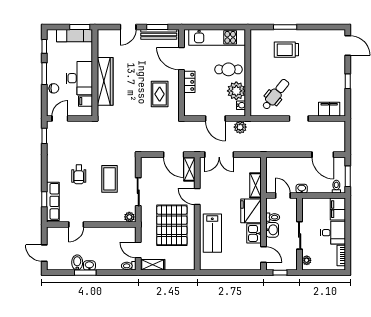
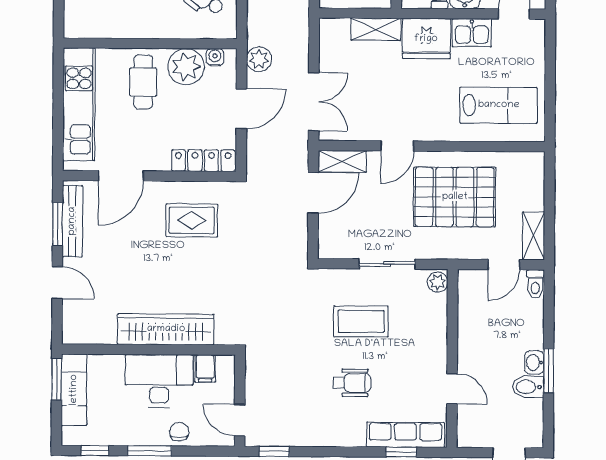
locker: (189, 82) -> (203, 160), moved, width x1.53
lab bench: (212, 233) -> (499, 105), moved

